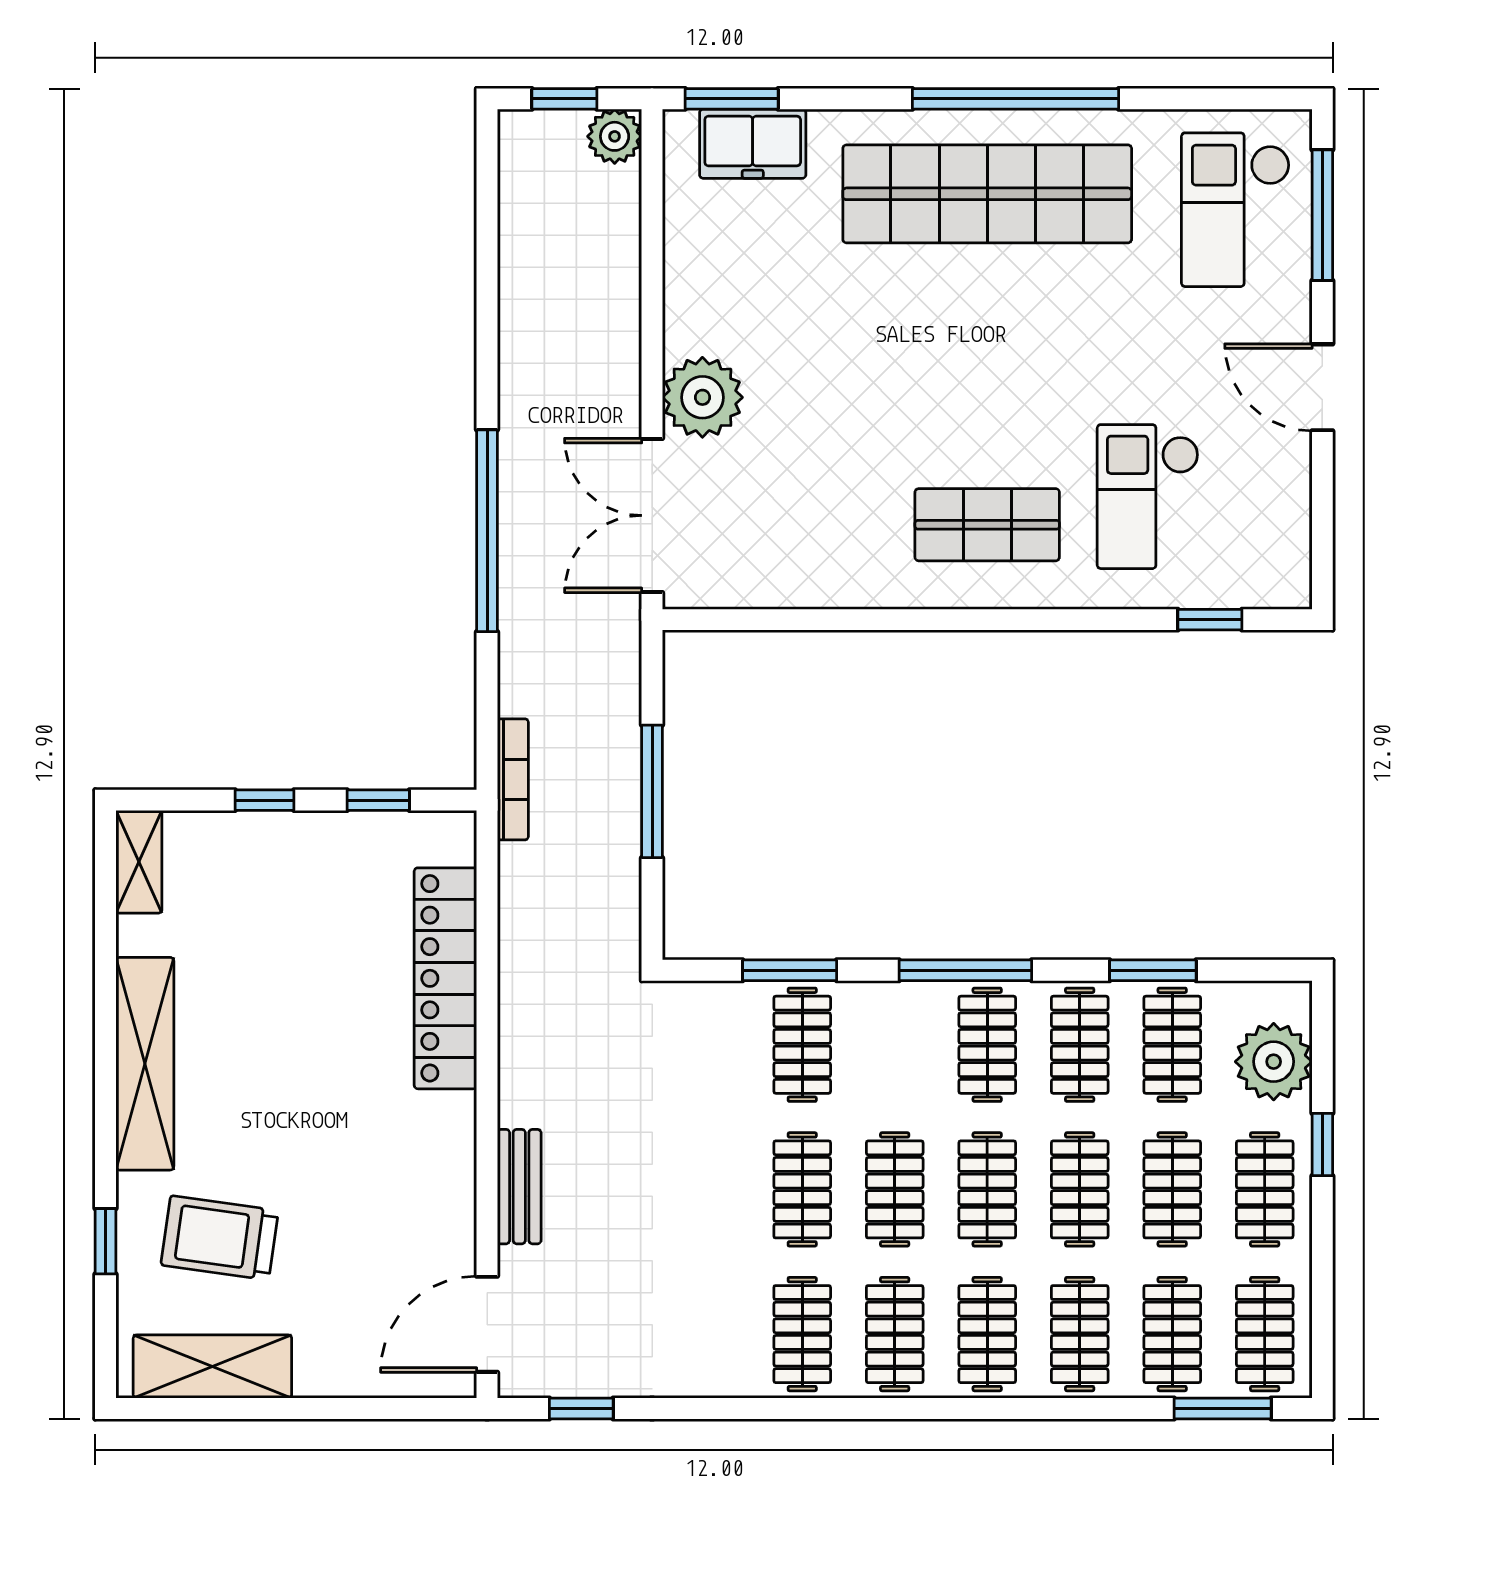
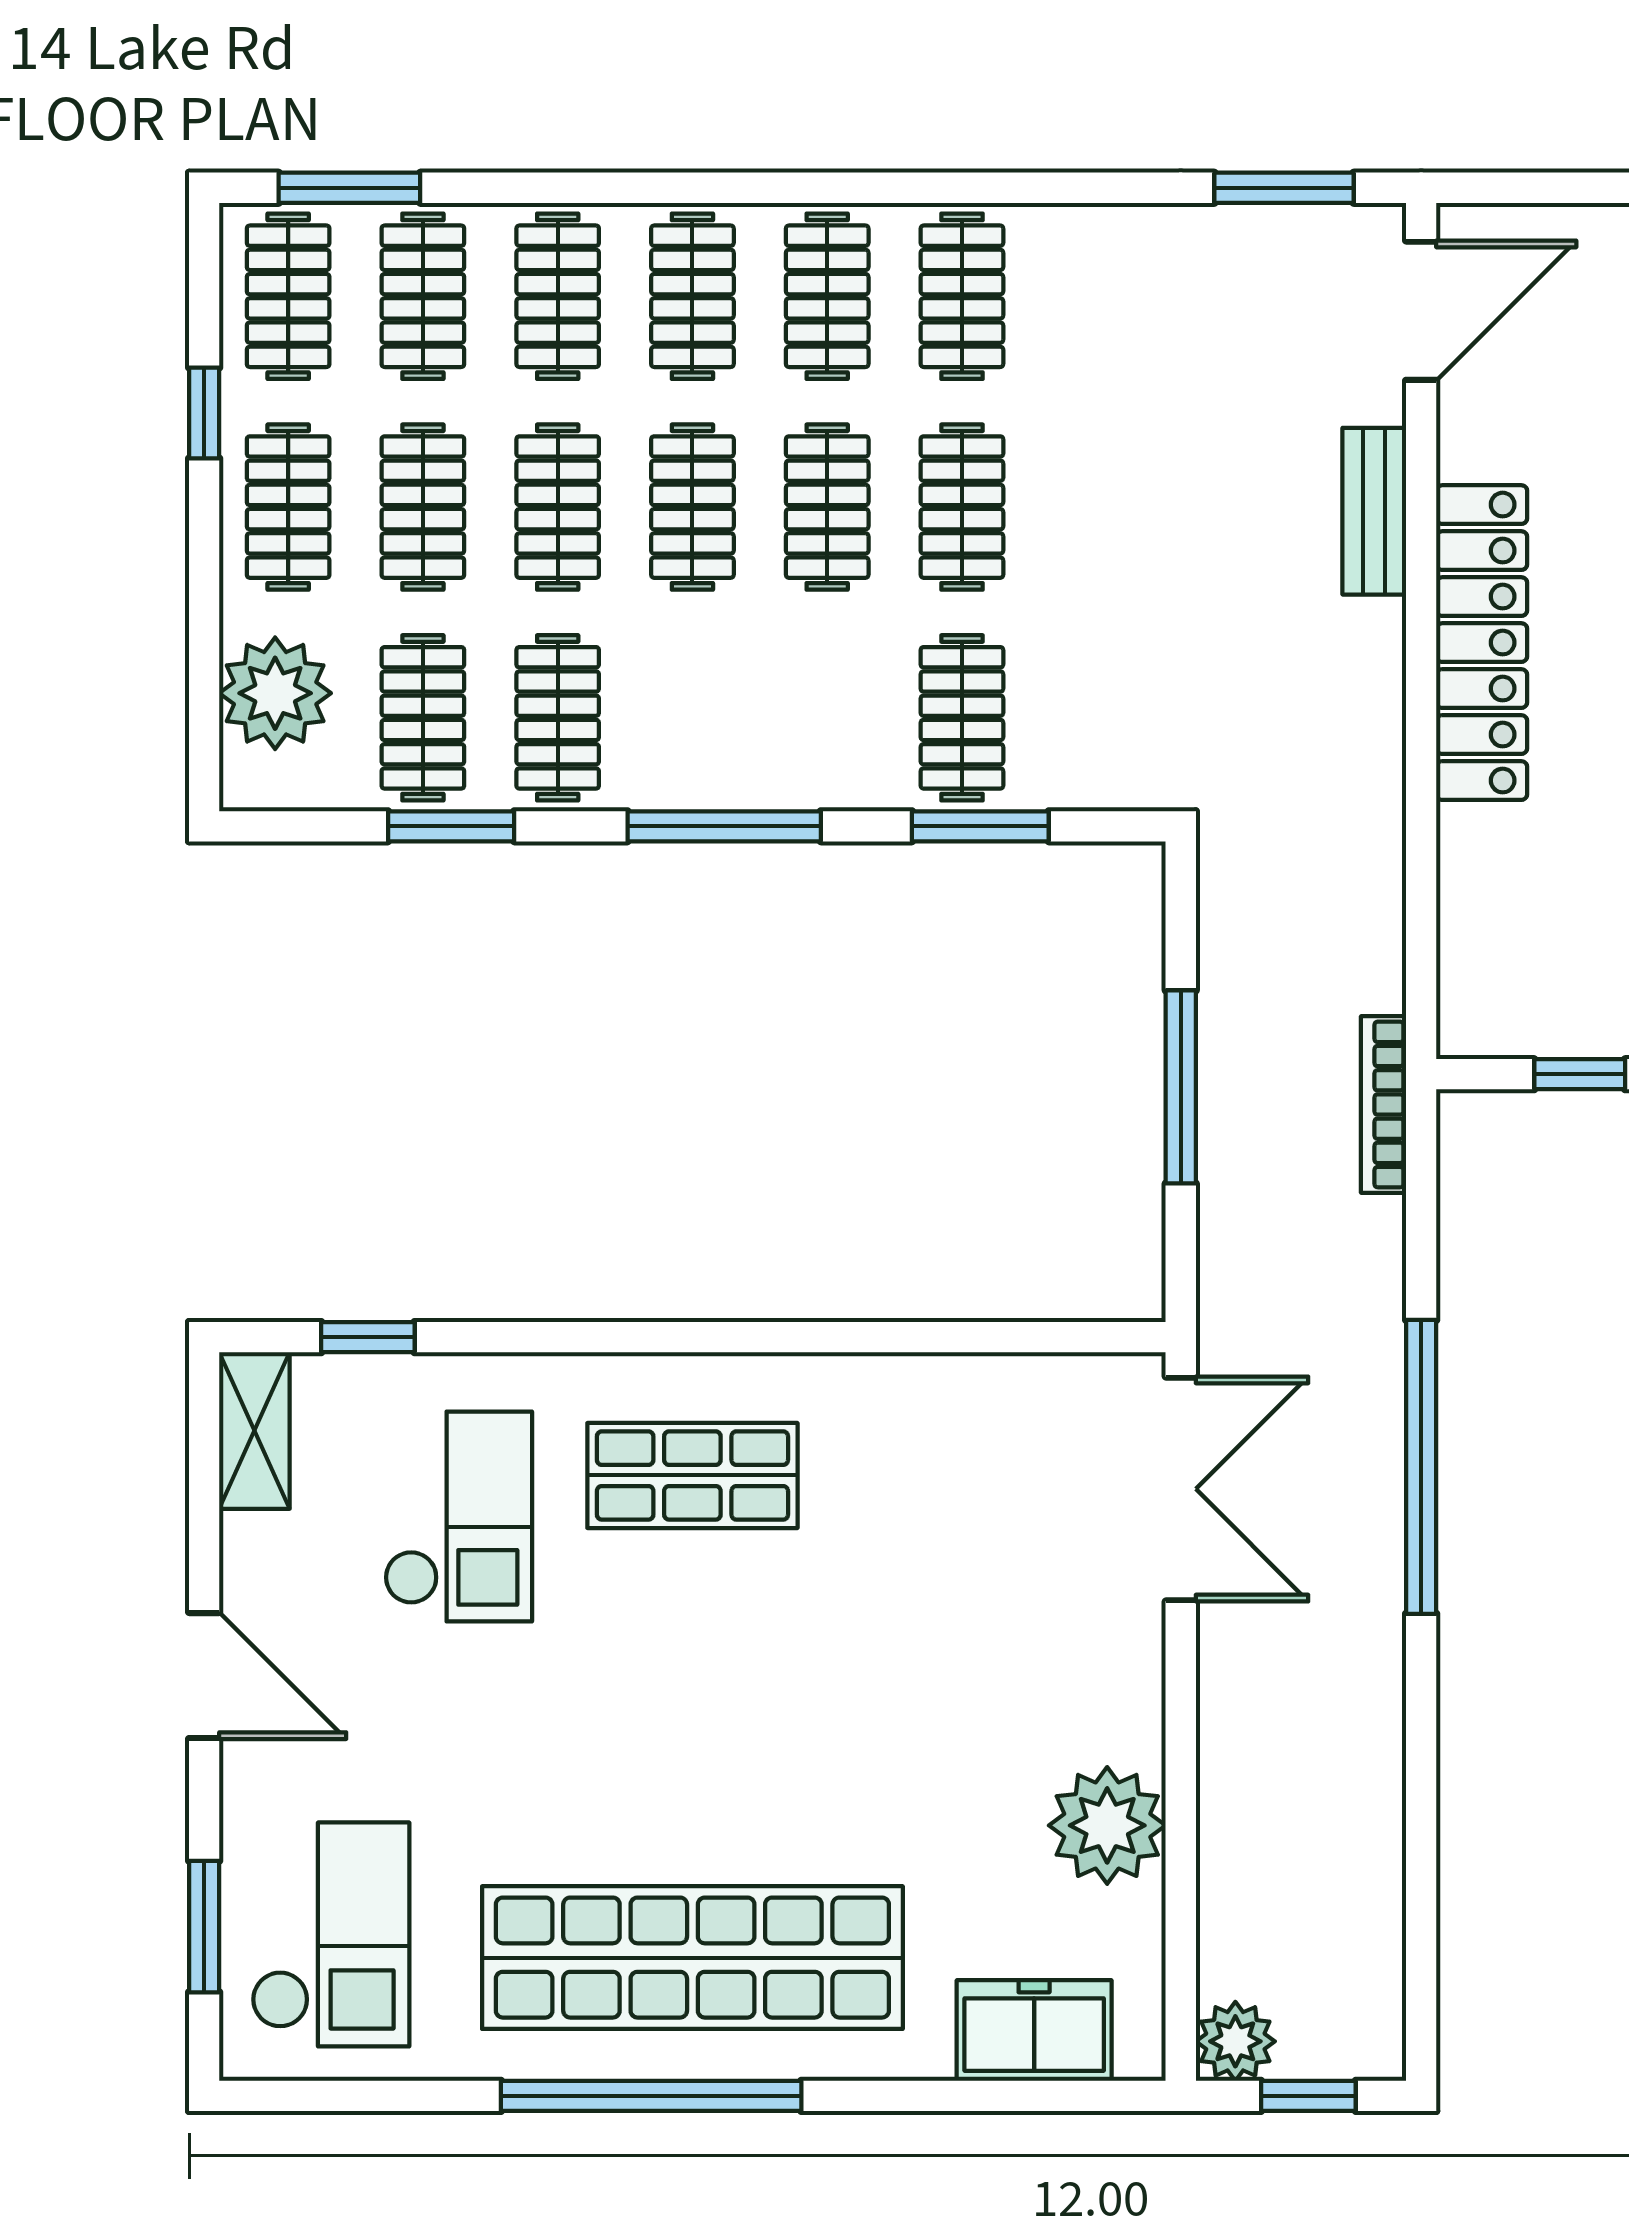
window: (732, 99) -> (1065, 2096), removed
window: (1322, 215) -> (204, 1927), width x0.69
plant: (702, 397) -> (1107, 1825), moved
shelving: (1288, 556) -> (254, 1431), added
locker: (445, 978) -> (1482, 643), moved
clothes rail: (987, 1045) -> (692, 718), removed
window: (1322, 1144) -> (204, 413), moved
window: (581, 1409) -> (1284, 188), width x1.50

